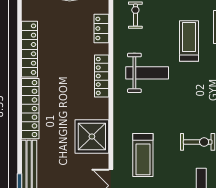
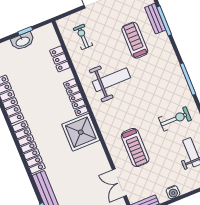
shower: (92, 136) -> (81, 132), moved

